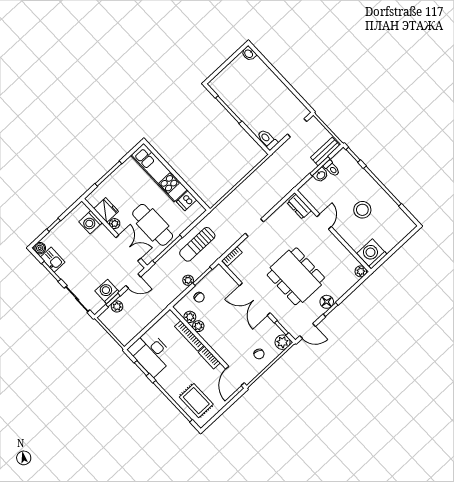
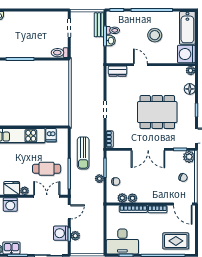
cafe table: (153, 225) -> (47, 169), width x0.73, depth x0.74
bathtub: (396, 233) -> (187, 28), added
floor lamp: (327, 302) -> (190, 89), moved

